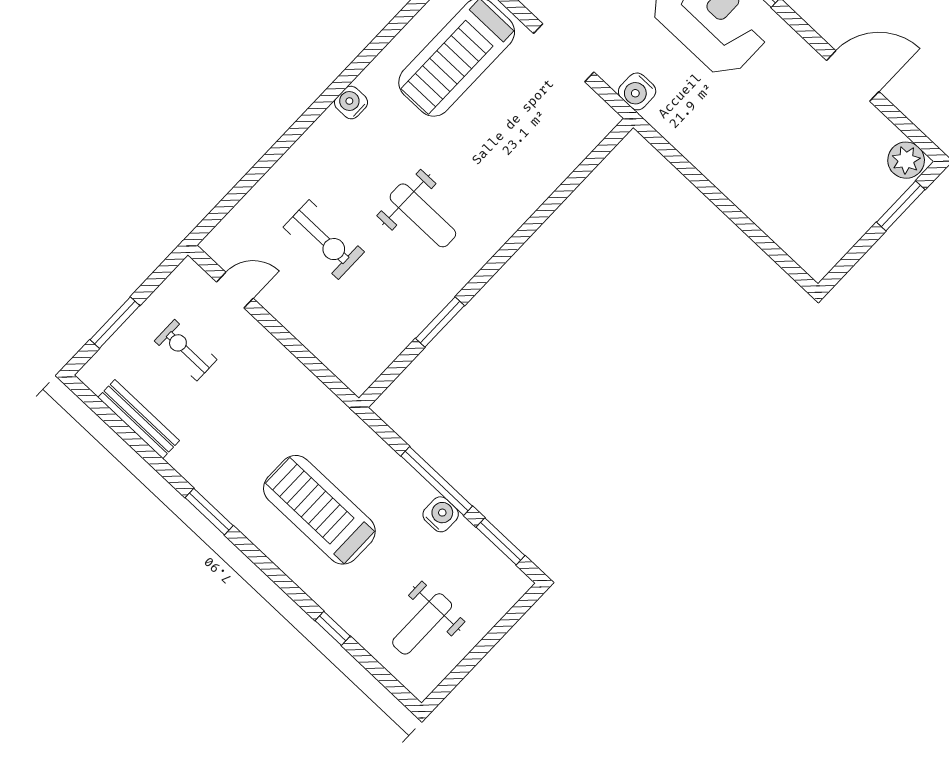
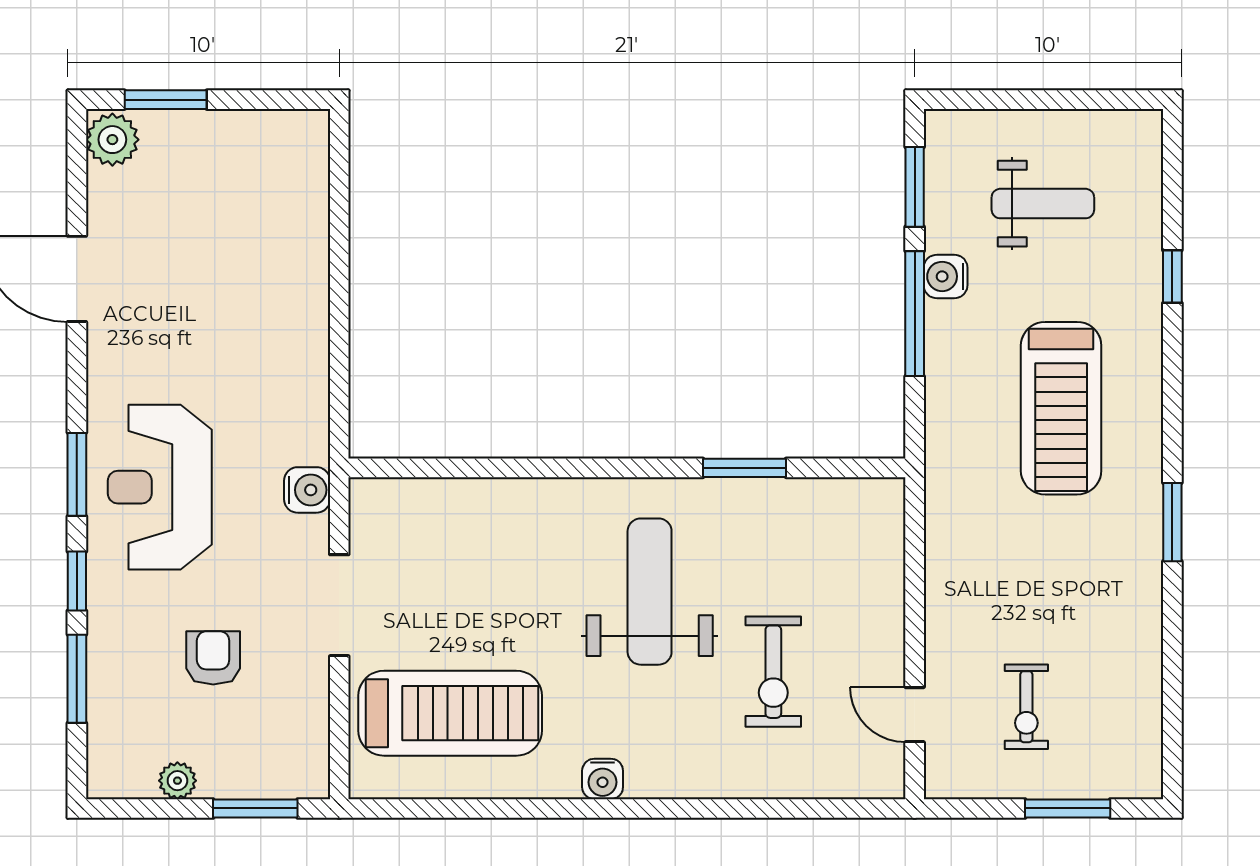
weight bench: (423, 215) -> (650, 592), width x1.36, depth x1.33
exercise bike: (324, 240) -> (773, 672), turned 180
bench: (139, 419) -> (1145, 688), removed
weight bench: (422, 624) -> (1043, 204), moved

